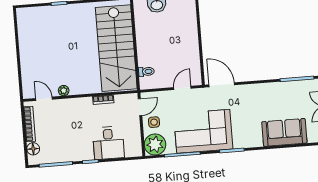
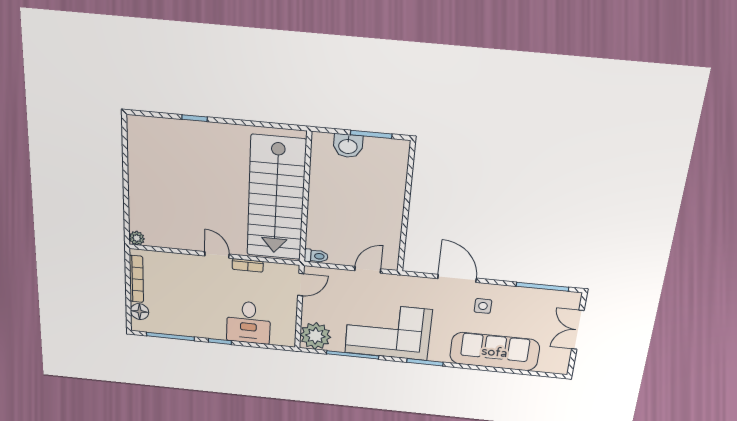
toilet: (146, 72) -> (316, 256), moved
door: (222, 85) -> (457, 278), moved
plant: (64, 91) -> (137, 238), moved
door: (44, 99) -> (217, 255), moved
side table: (154, 122) -> (483, 306), moved
sofa: (284, 132) -> (495, 352), width x1.36

